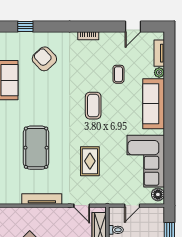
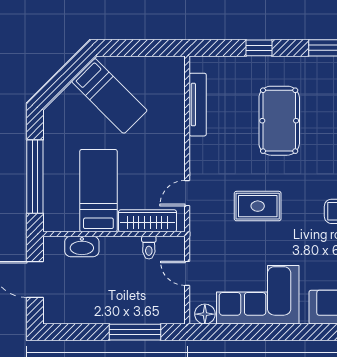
pool table: (36, 148) -> (279, 121), turned 90
tv unit: (42, 199) -> (198, 105), moved

